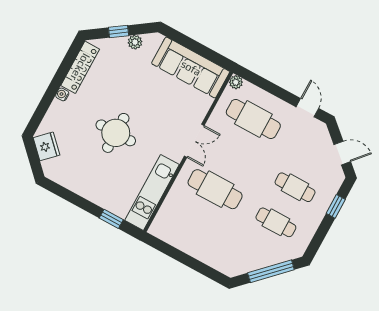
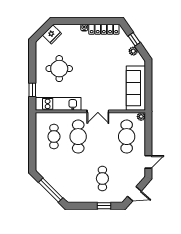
round table: (116, 133) -> (59, 69), moved
door: (342, 153) -> (134, 194), hinge flipped
cafe table: (276, 222) -> (54, 137), moved

